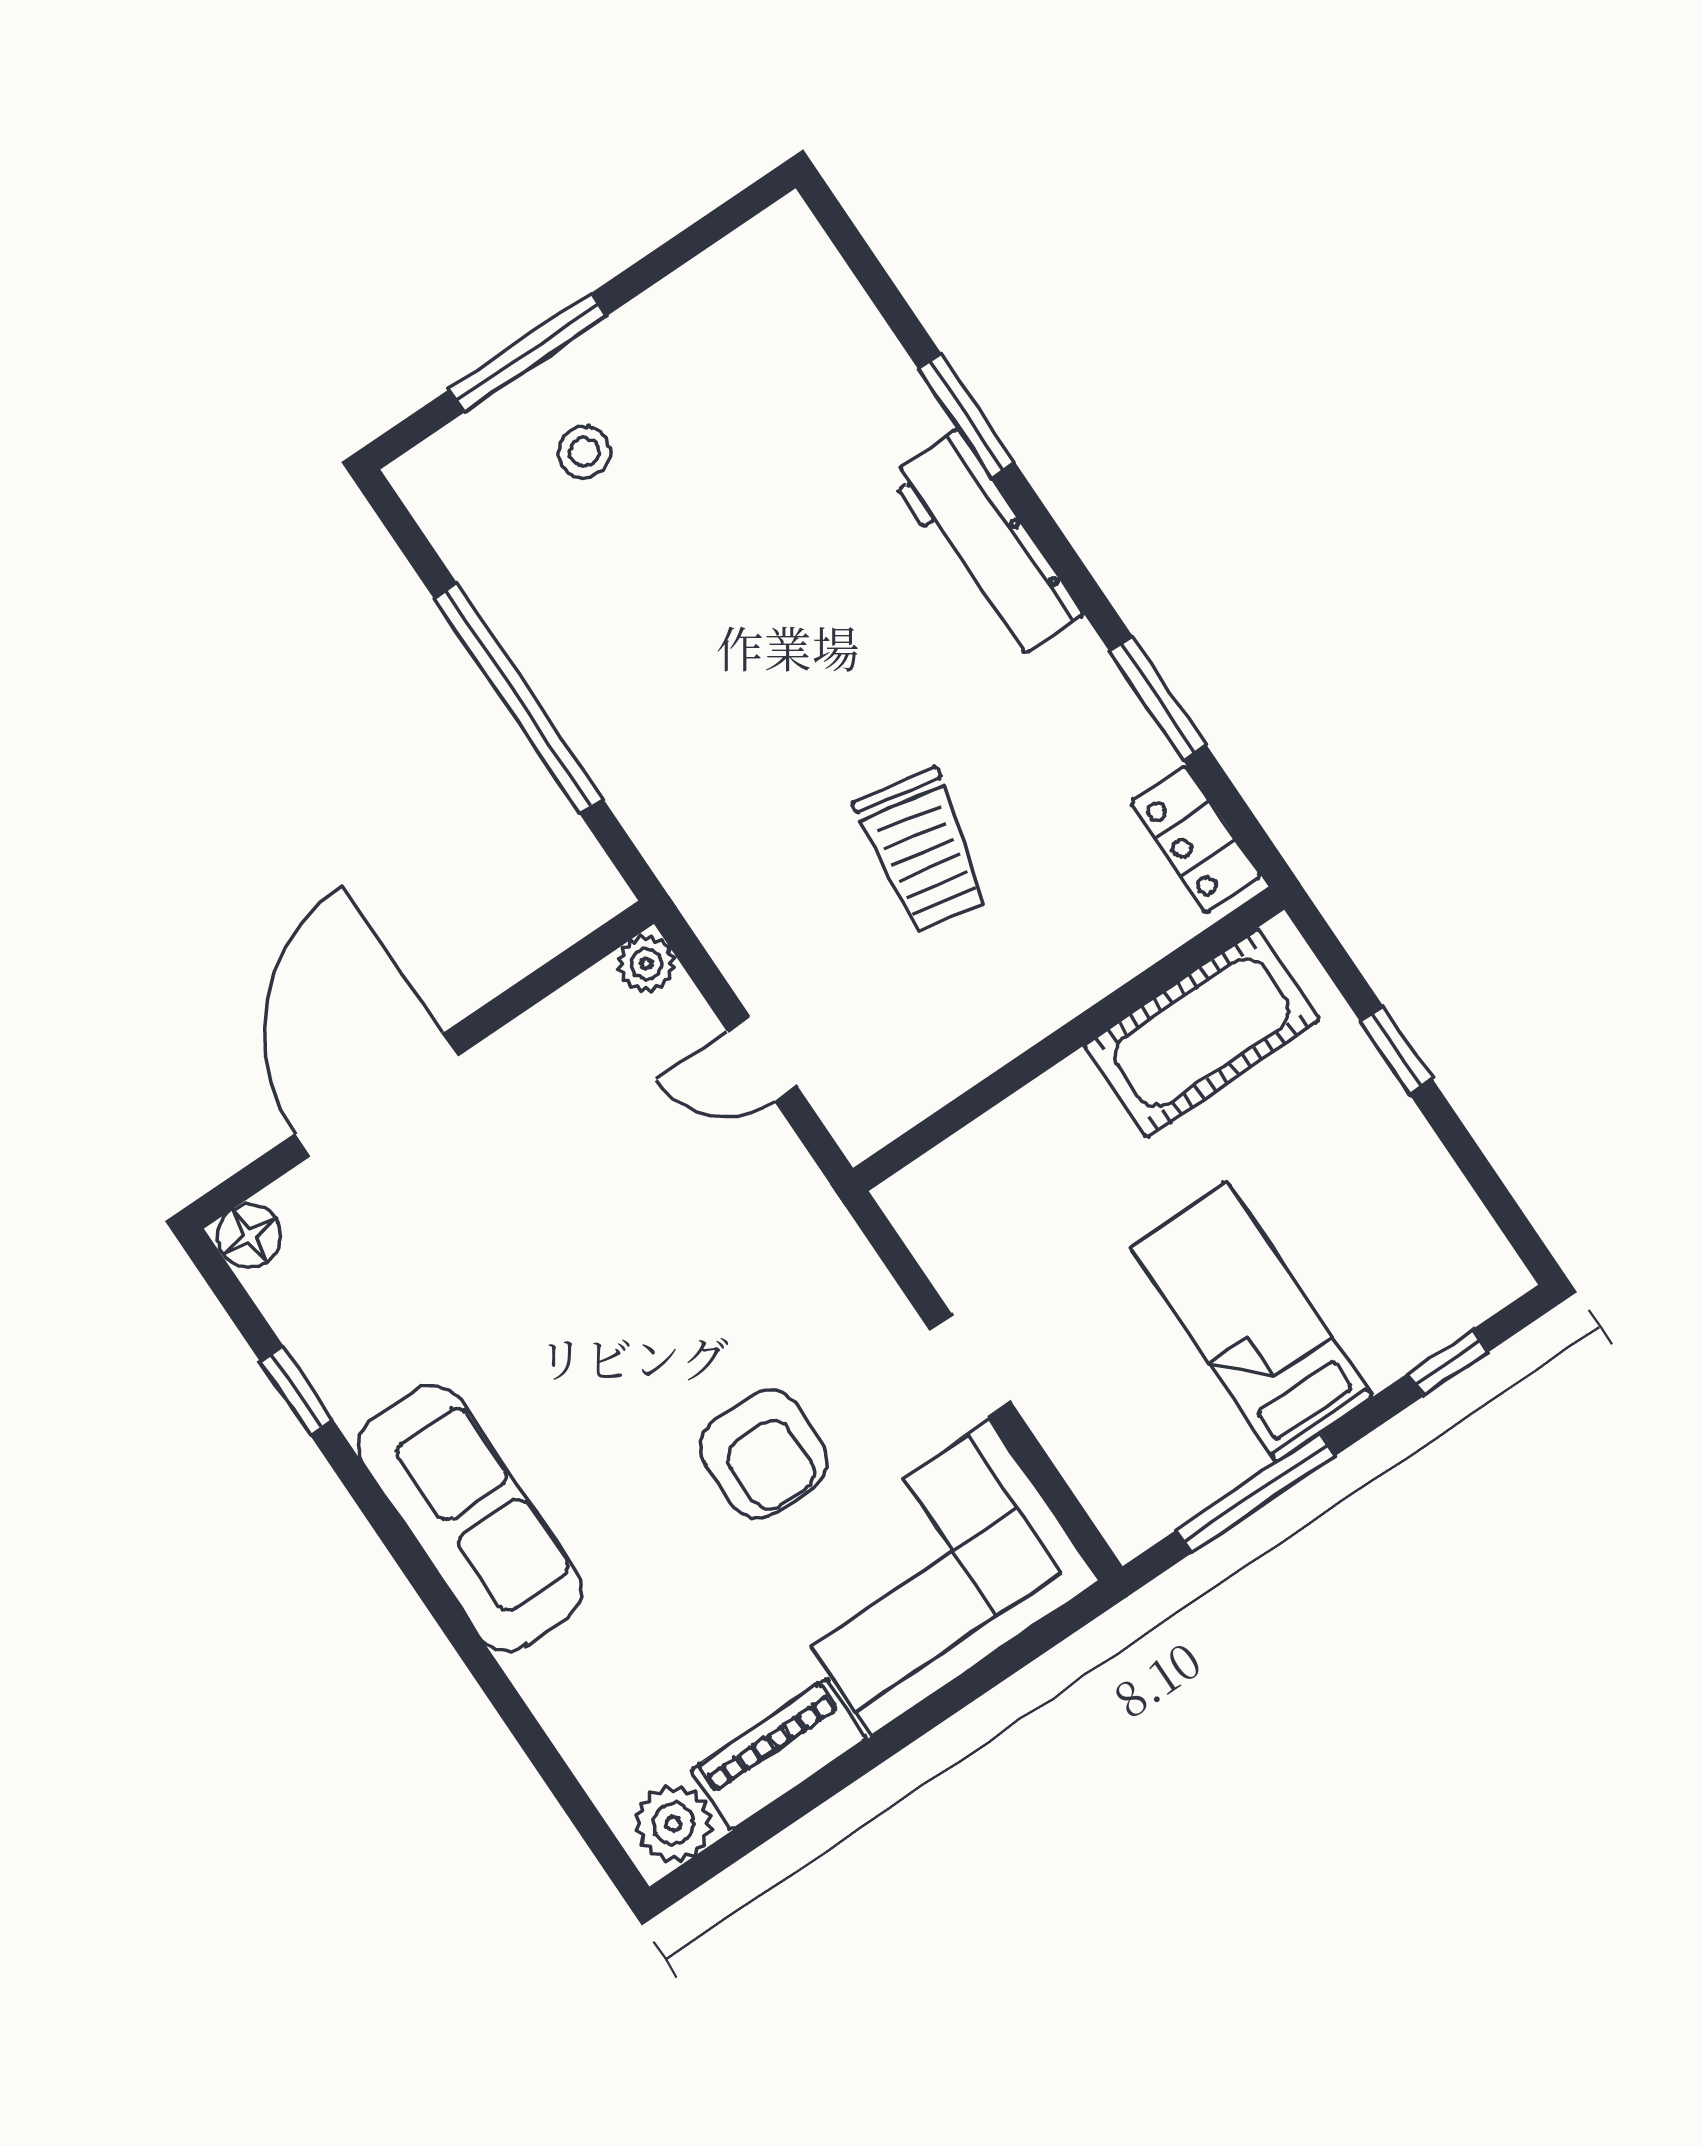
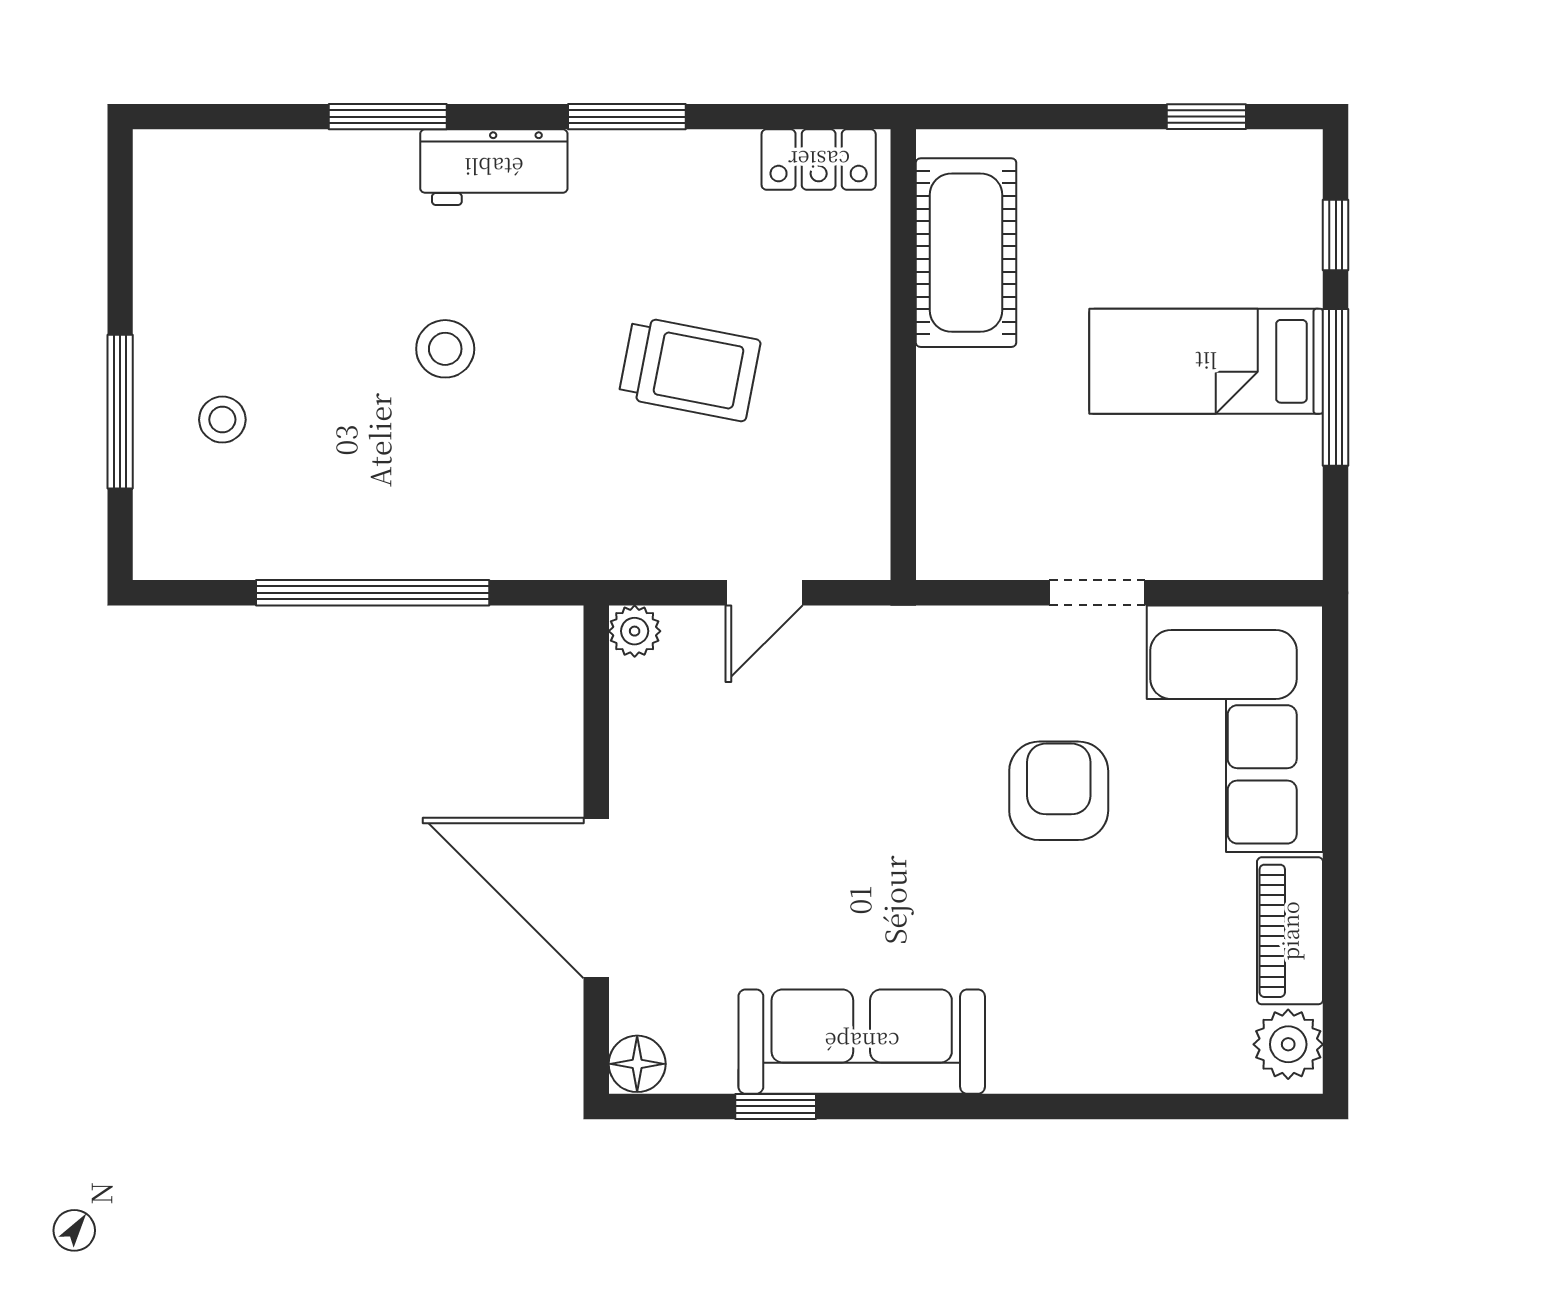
workbench: (986, 545) -> (494, 167), width x0.73
stool: (788, 613) -> (445, 349), added
window: (1158, 698) -> (627, 117), moved
window: (1396, 1050) -> (1206, 117), moved
armchair: (764, 1454) -> (1059, 791), turned -90
window: (1256, 1493) -> (1336, 387), moved
sofa: (470, 1518) -> (862, 1042), moved

